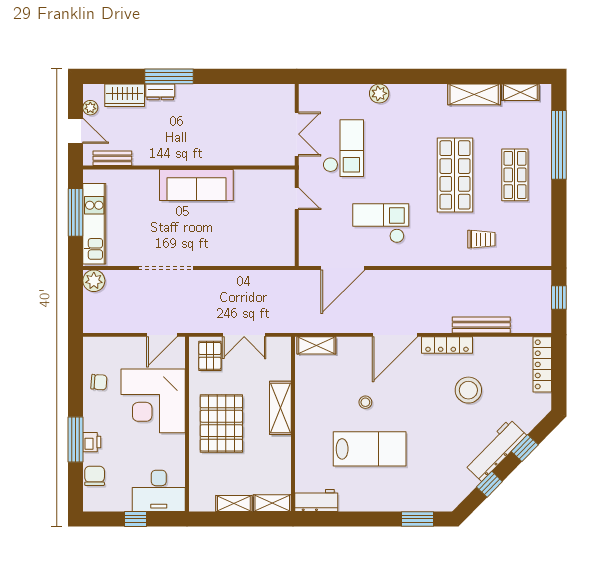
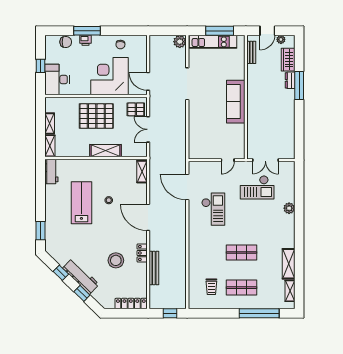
shop shelf: (455, 175) -> (242, 253), width x0.70, depth x0.74
trolley: (481, 239) -> (211, 287), moved
locker: (447, 345) -> (142, 253), width x0.66
lab bench: (370, 449) -> (81, 203), turned 180

